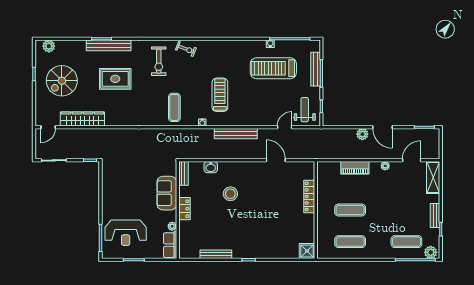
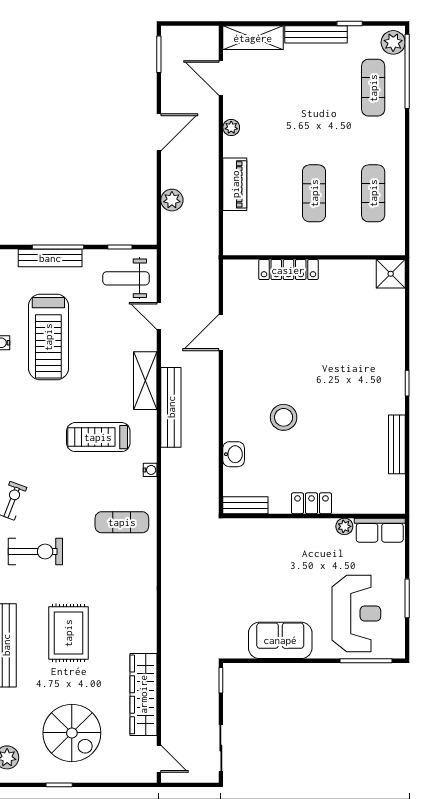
shelving: (250, 120) -> (145, 381), added
plant: (362, 134) -> (172, 200), moved
sofa: (167, 193) -> (280, 640), moved, turned 180
bench: (435, 216) -> (316, 34), width x1.36

